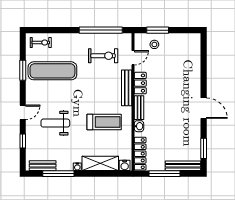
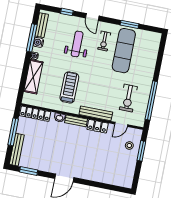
exercise bike: (41, 43) -> (104, 41), moved
door: (133, 58) -> (121, 124), hinge flipped
treadmill: (104, 122) -> (69, 87), turned 180
water cooler: (125, 165) -> (38, 42), moved

